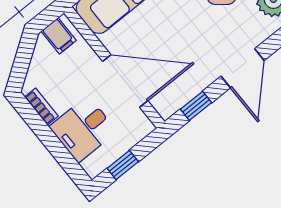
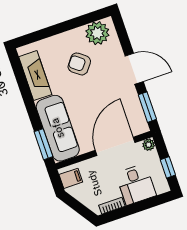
window: (196, 106) -> (147, 107), width x1.50
plant: (145, 127) -> (149, 145), added

